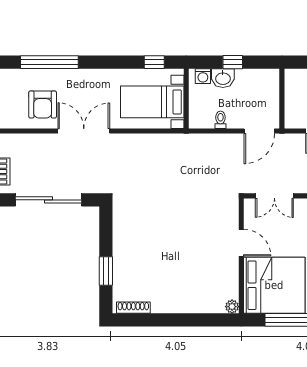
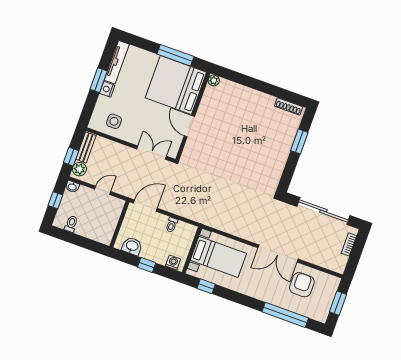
washbasin: (223, 78) -> (132, 246), moved

